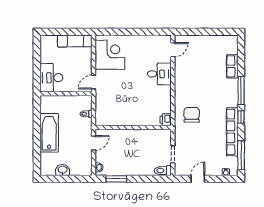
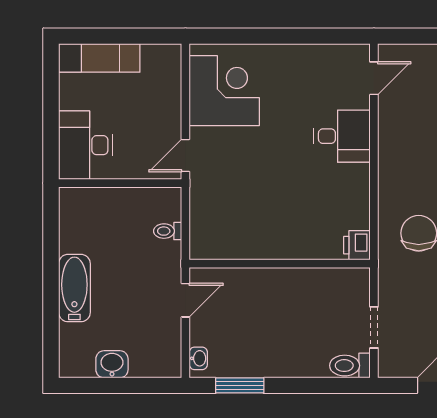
exam couch: (75, 41) -> (99, 58), moved
bathtub: (49, 133) -> (74, 288), width x0.73, depth x0.73

